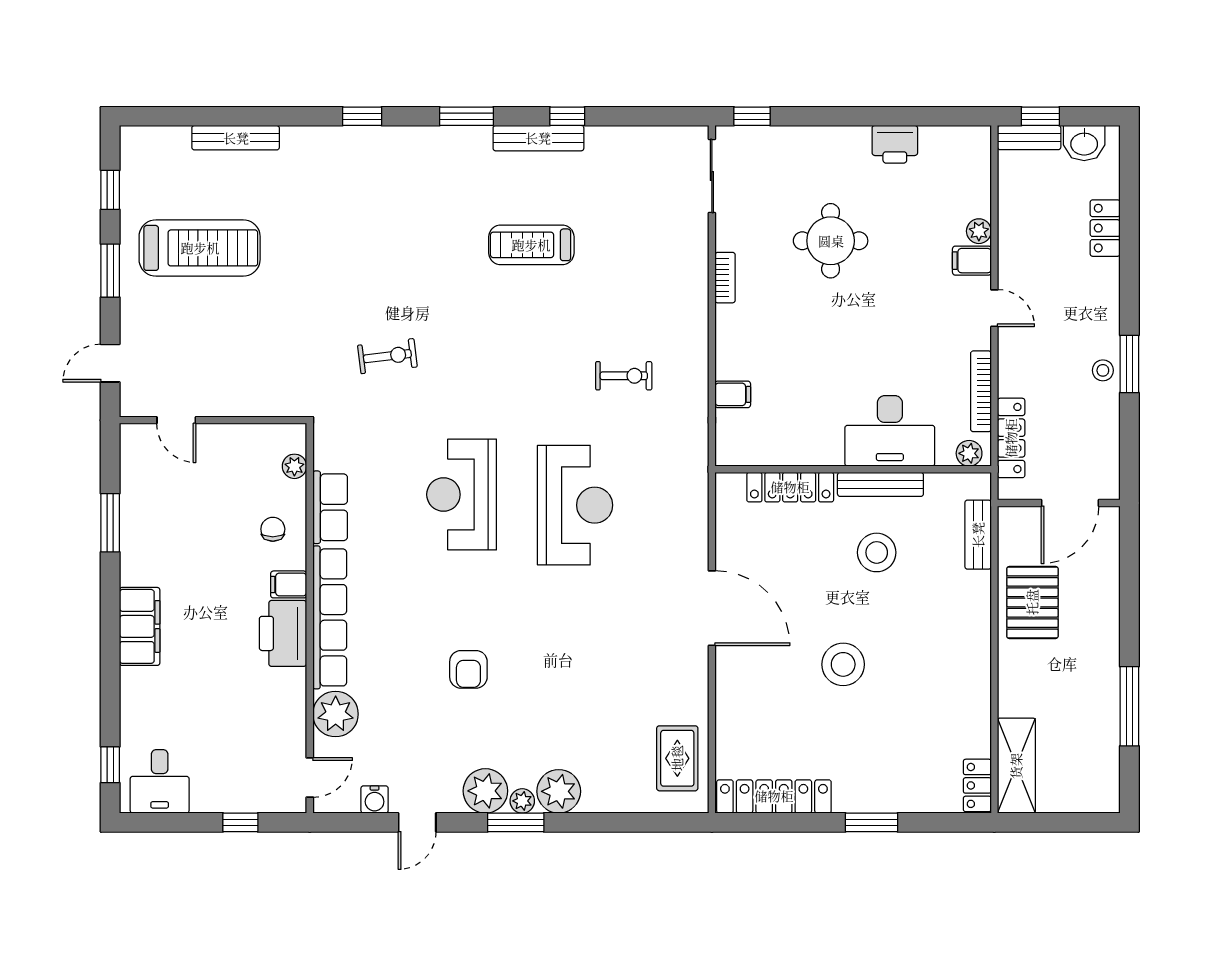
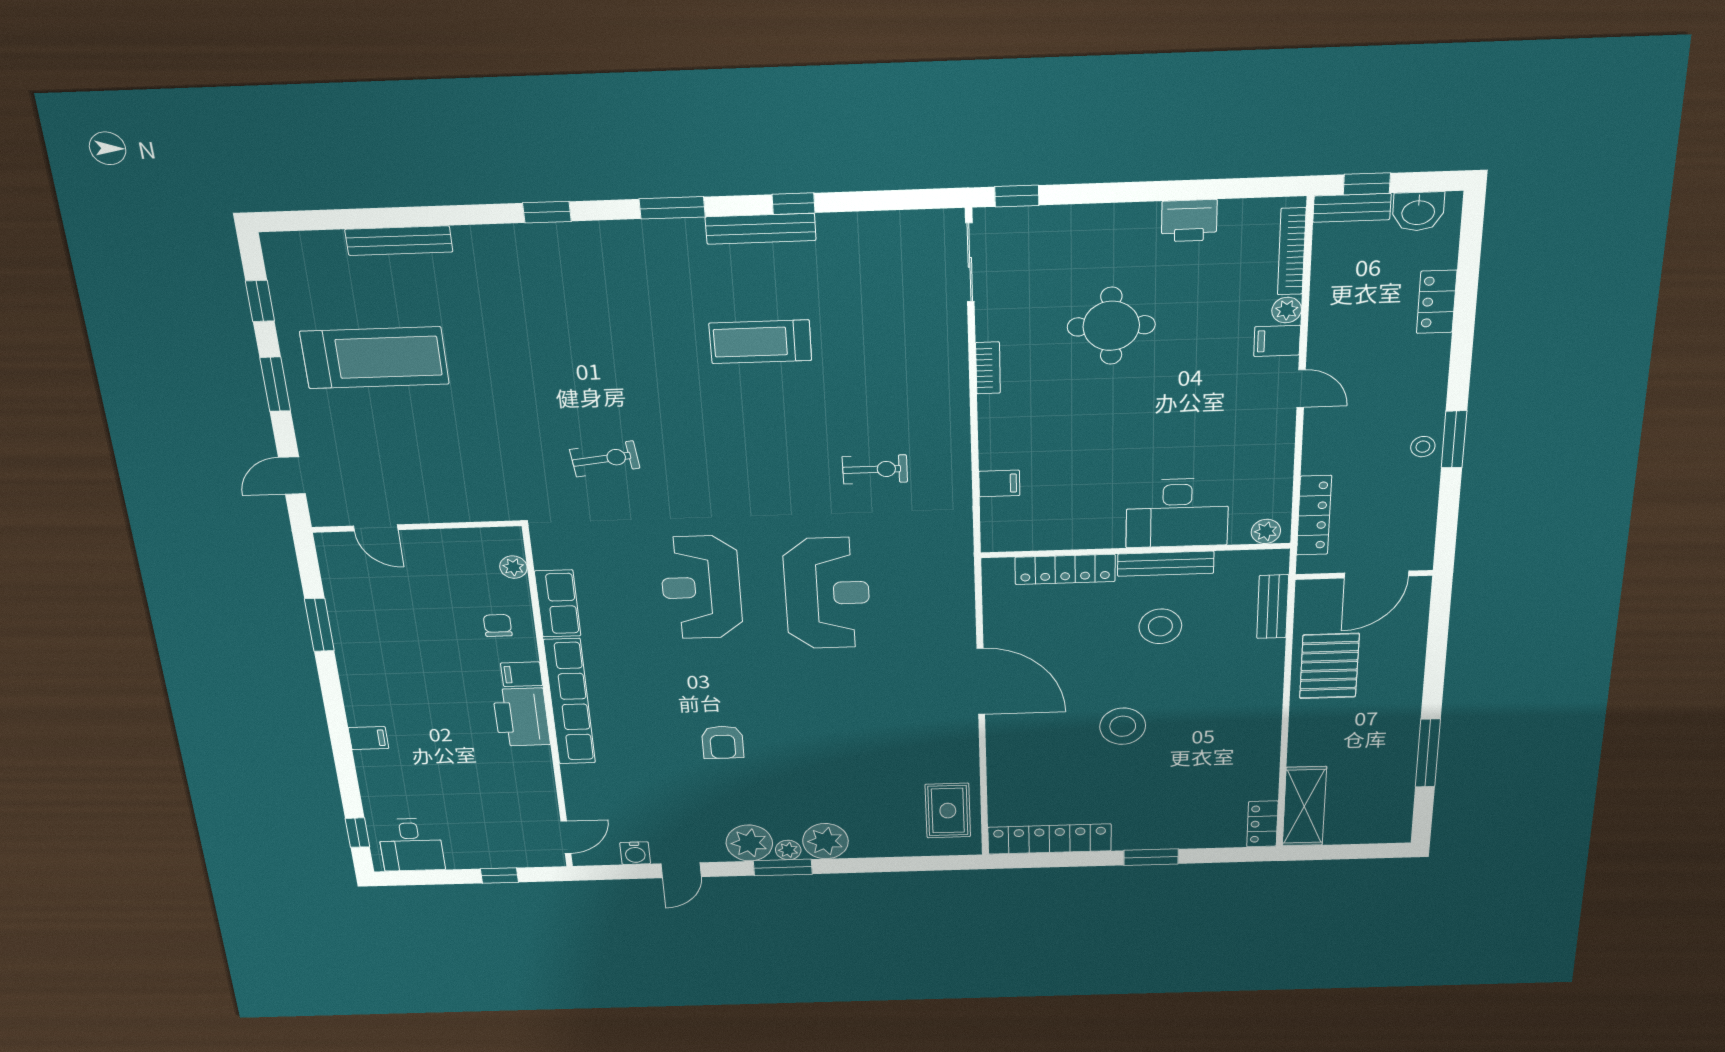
bookcase: (981, 391) -> (1292, 251), moved
filing cabinet: (140, 626) -> (368, 738), width x0.33, depth x0.86
plant: (336, 714) -> (586, 784), removed

